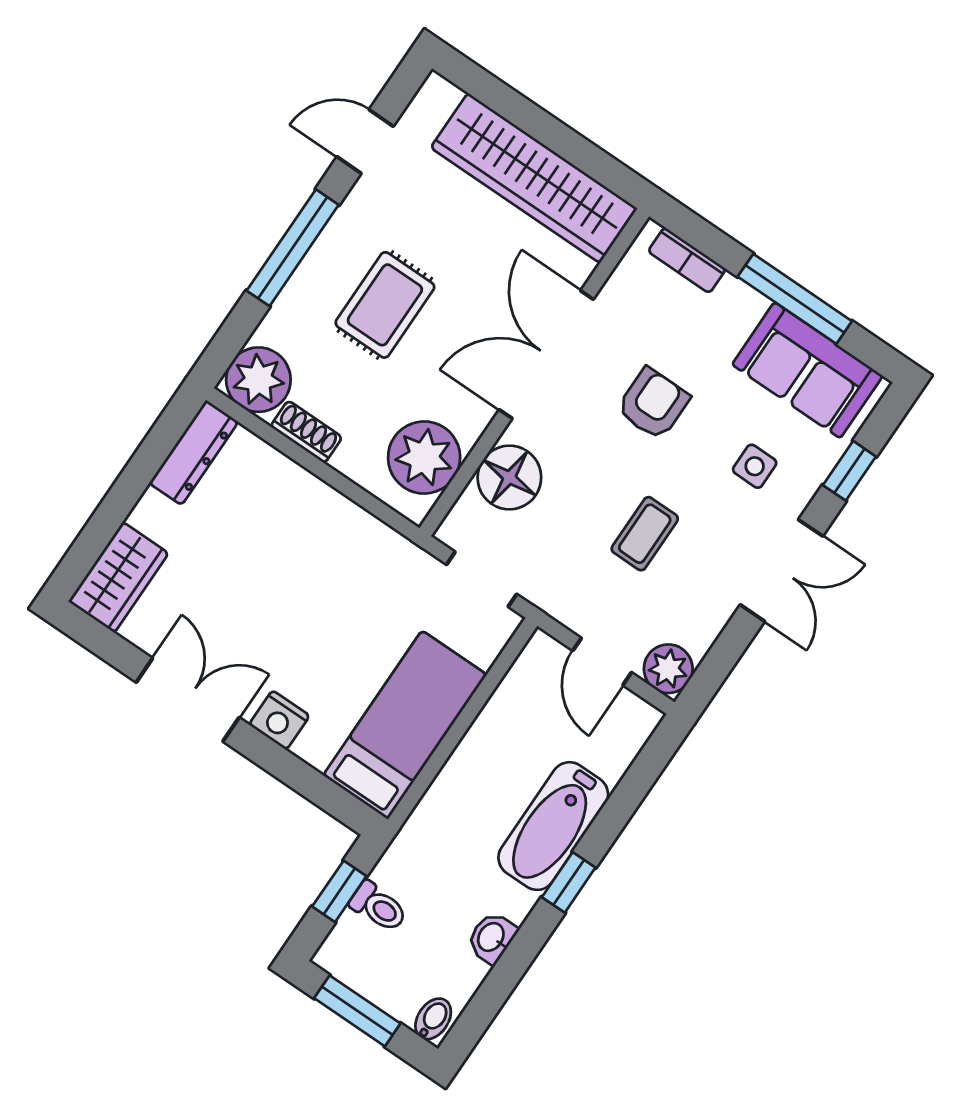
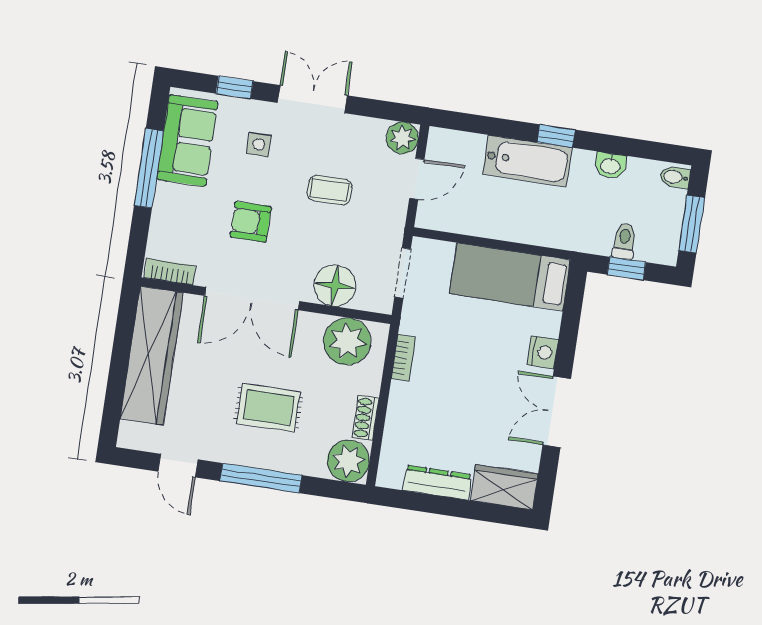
bookcase: (687, 260) -> (170, 272), moved, turned -90
dresser: (194, 453) -> (437, 483), moved
bookcase: (364, 524) -> (403, 358), added

